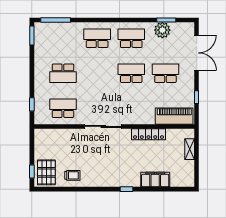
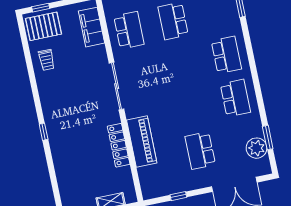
plant: (162, 30) -> (257, 148), moved
school desk: (131, 73) -> (191, 107), removed
school desk: (165, 73) -> (200, 151), turned 180
piano: (174, 116) -> (142, 141), moved
filing cabinet: (155, 179) -> (92, 27), moved, turned 180

